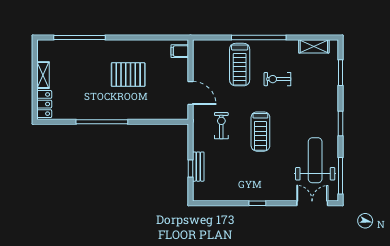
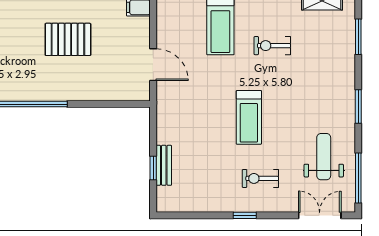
exercise bike: (221, 126) -> (260, 178), moved, turned -90
weight bench: (315, 160) -> (324, 157), width x0.73, depth x0.75

